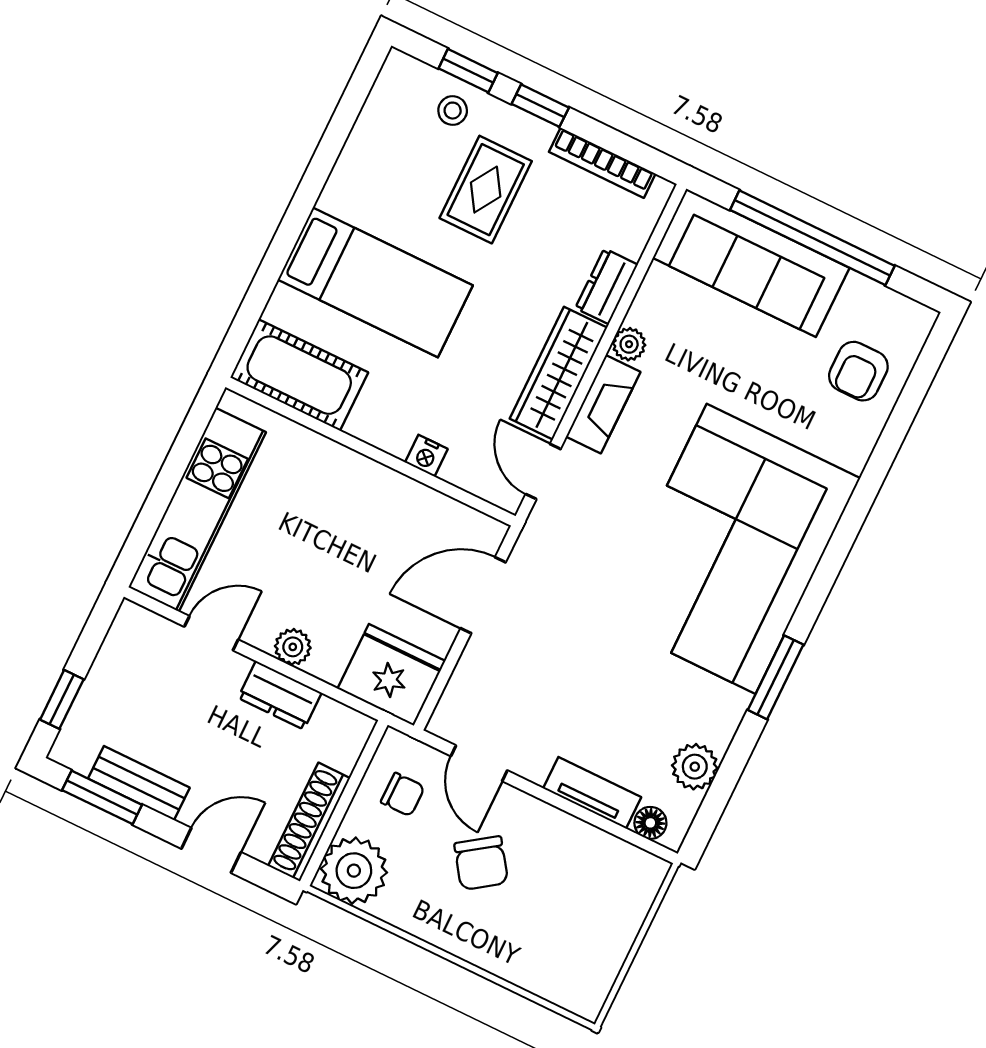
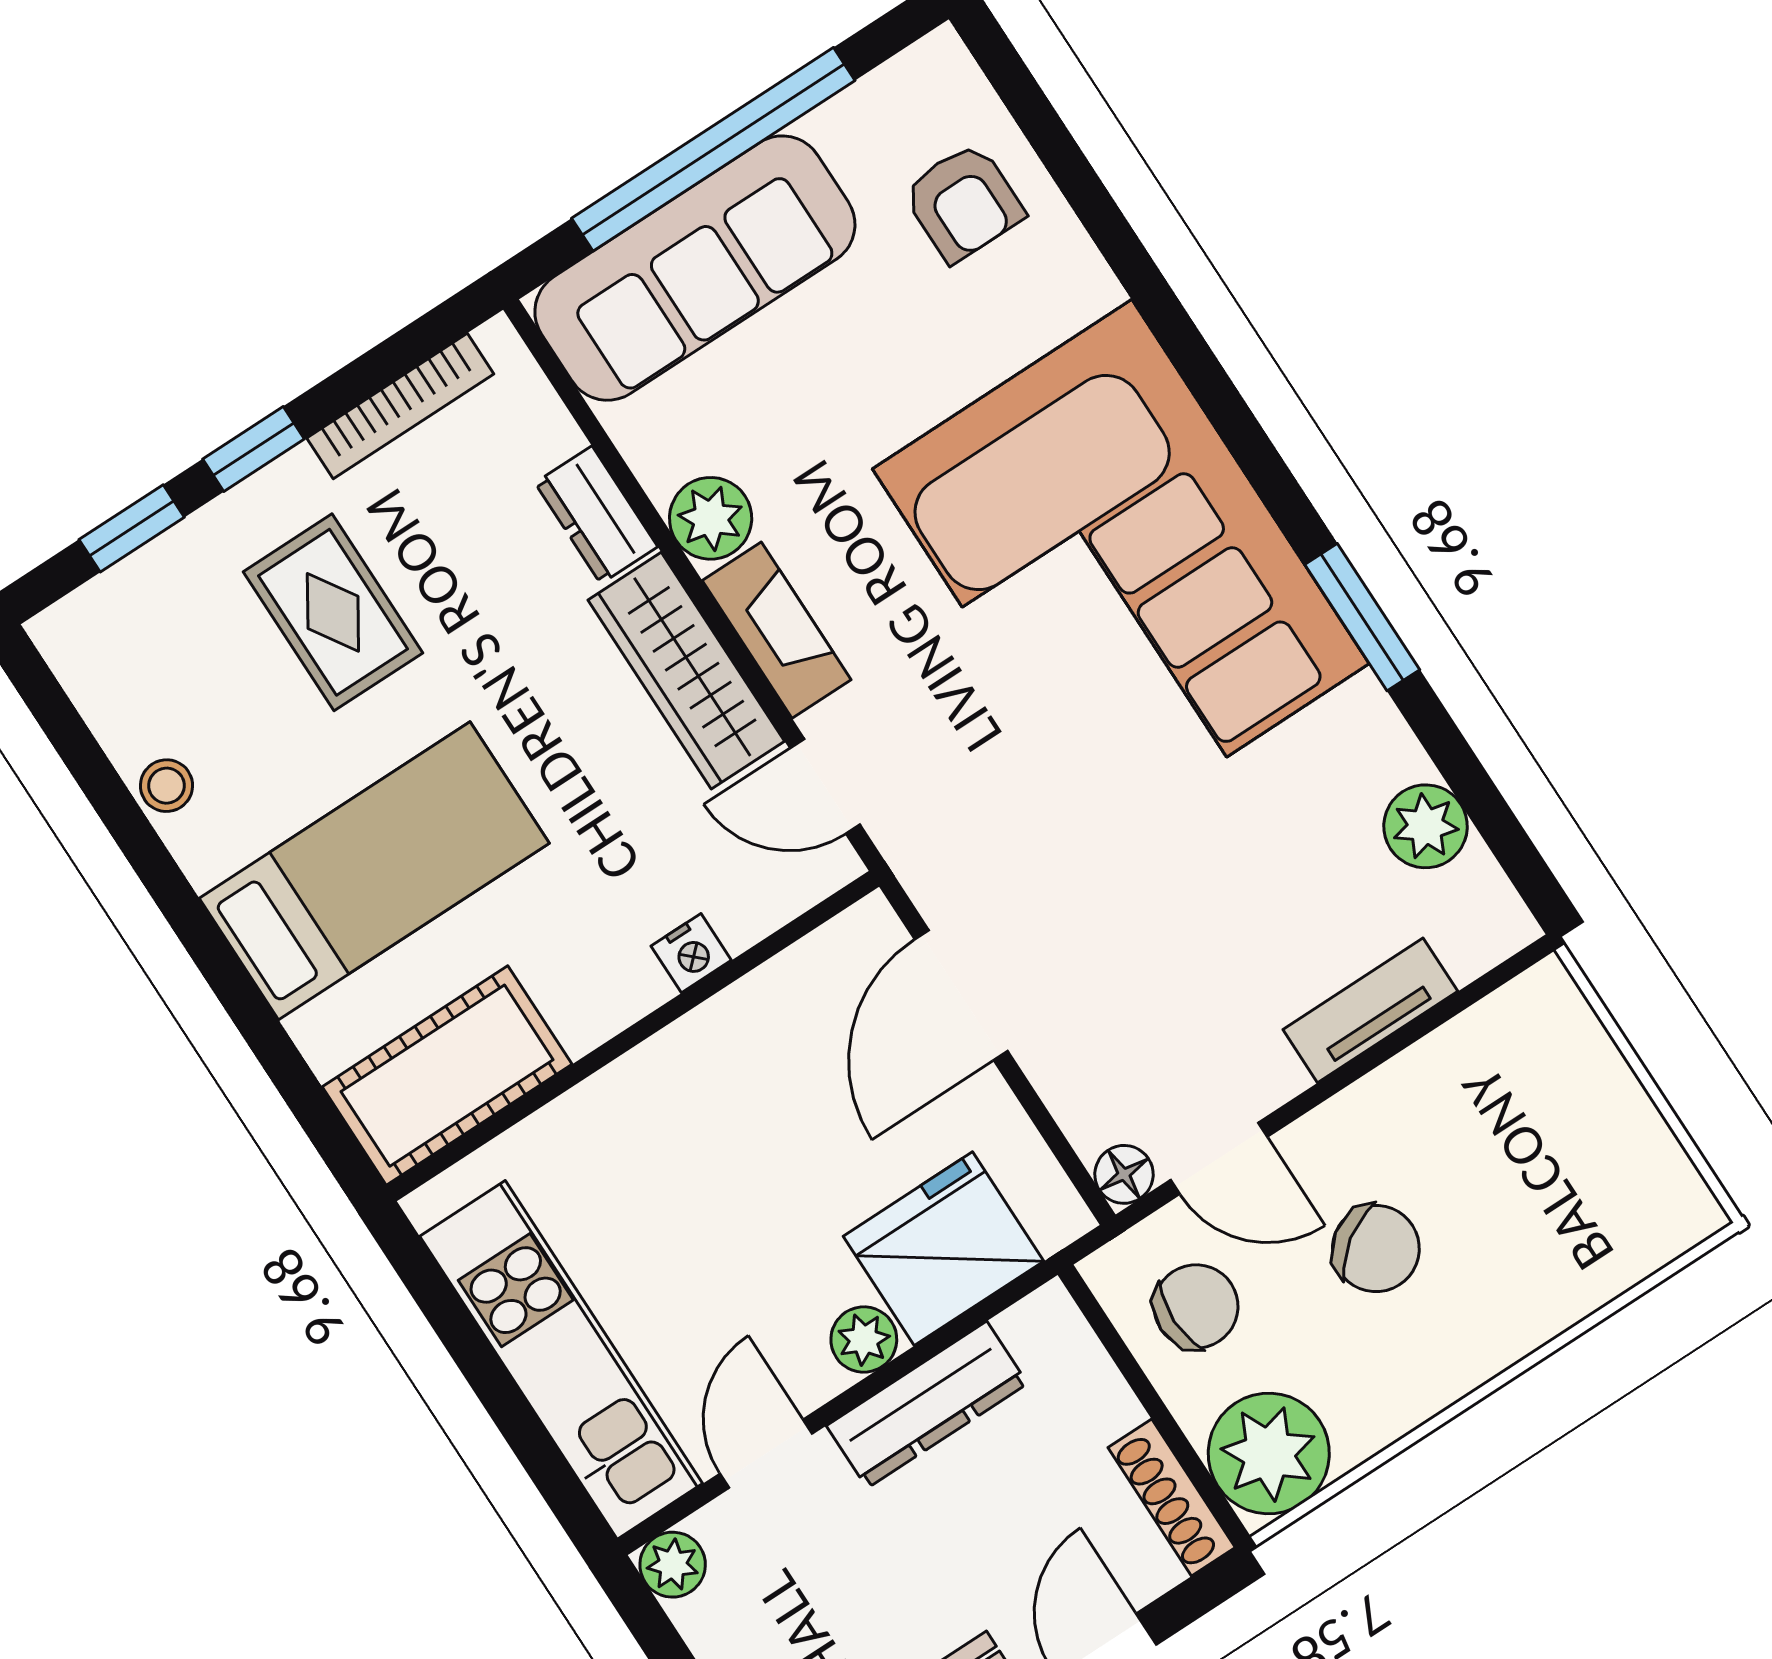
stool: (453, 111) -> (166, 786), moved
plant: (629, 344) -> (711, 518), width x1.38, depth x1.38
plant: (132, 620) -> (673, 1565), added
fridge: (391, 675) -> (943, 1249), moved
dresser: (280, 695) -> (927, 1405), width x1.44
chair: (403, 795) -> (1196, 1306), width x1.37, depth x1.37
shoe rack: (309, 822) -> (1172, 1497), width x0.74, depth x0.81
floor lamp: (650, 823) -> (1124, 1174), moved

